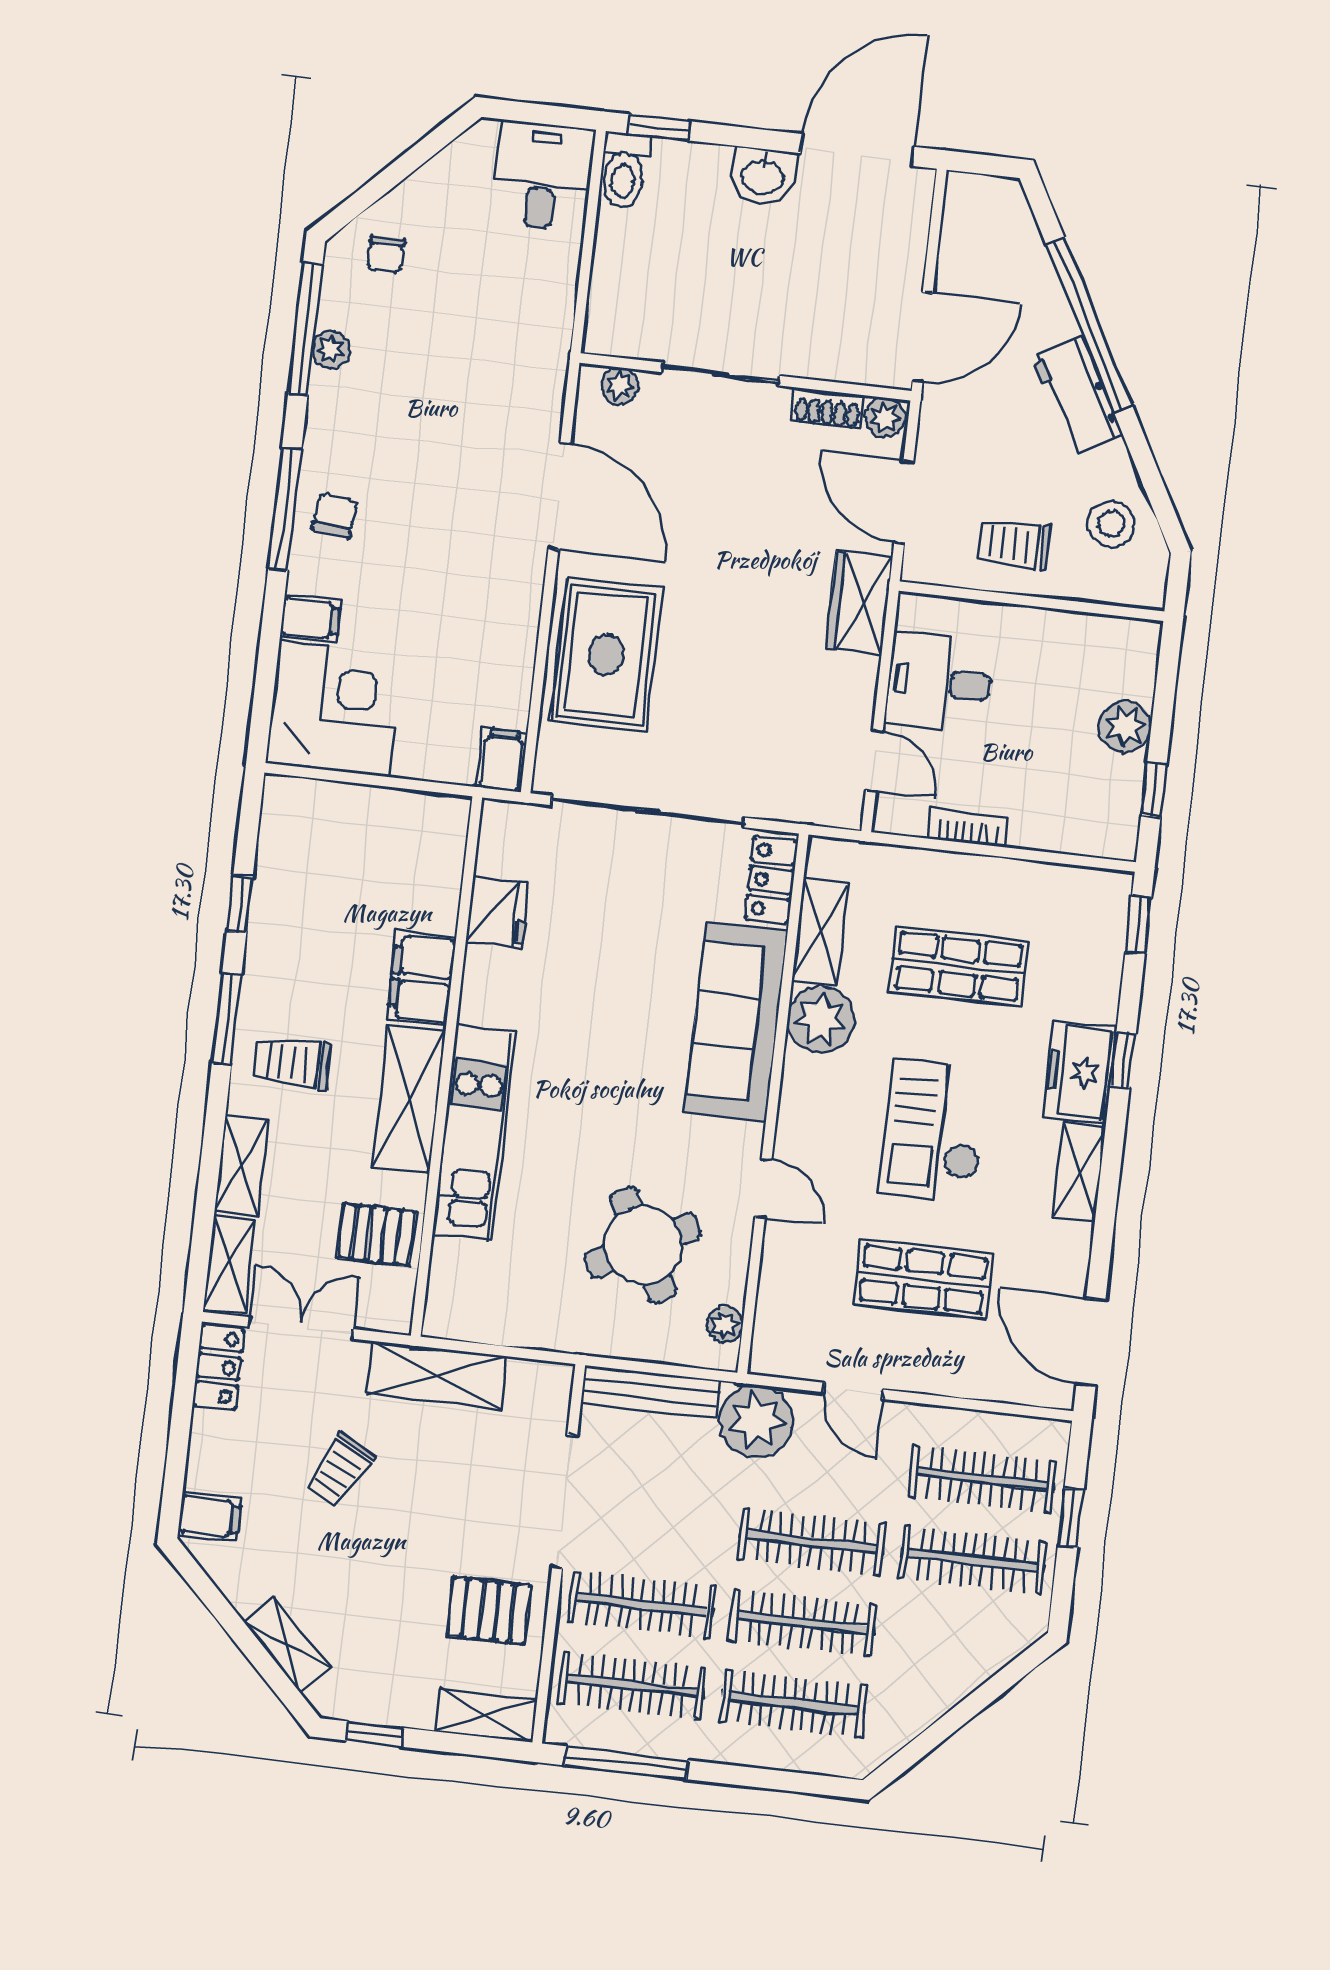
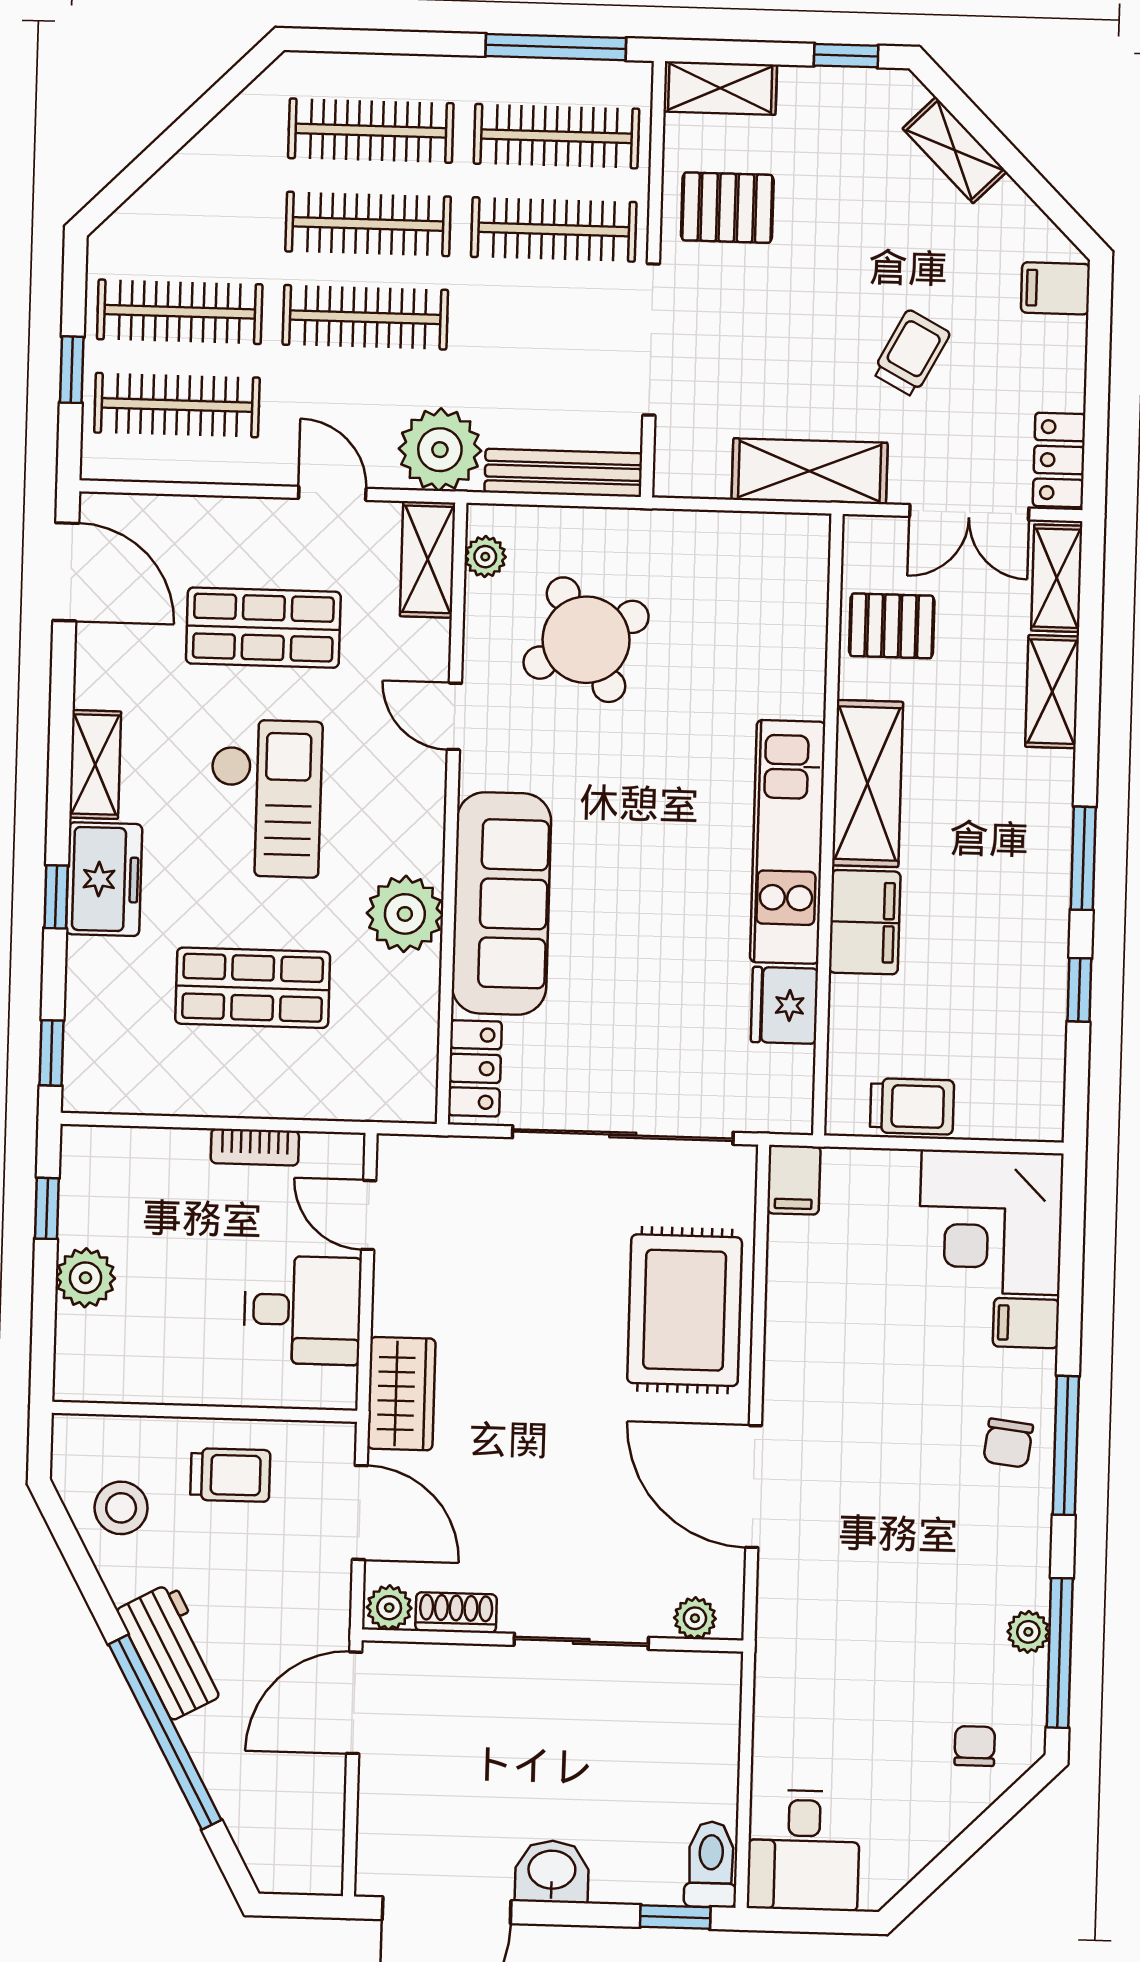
shelving: (820, 931) -> (428, 559), moved
trolley: (292, 1062) -> (912, 1106), moved
kitchen unit: (474, 1133) -> (788, 842), moved

